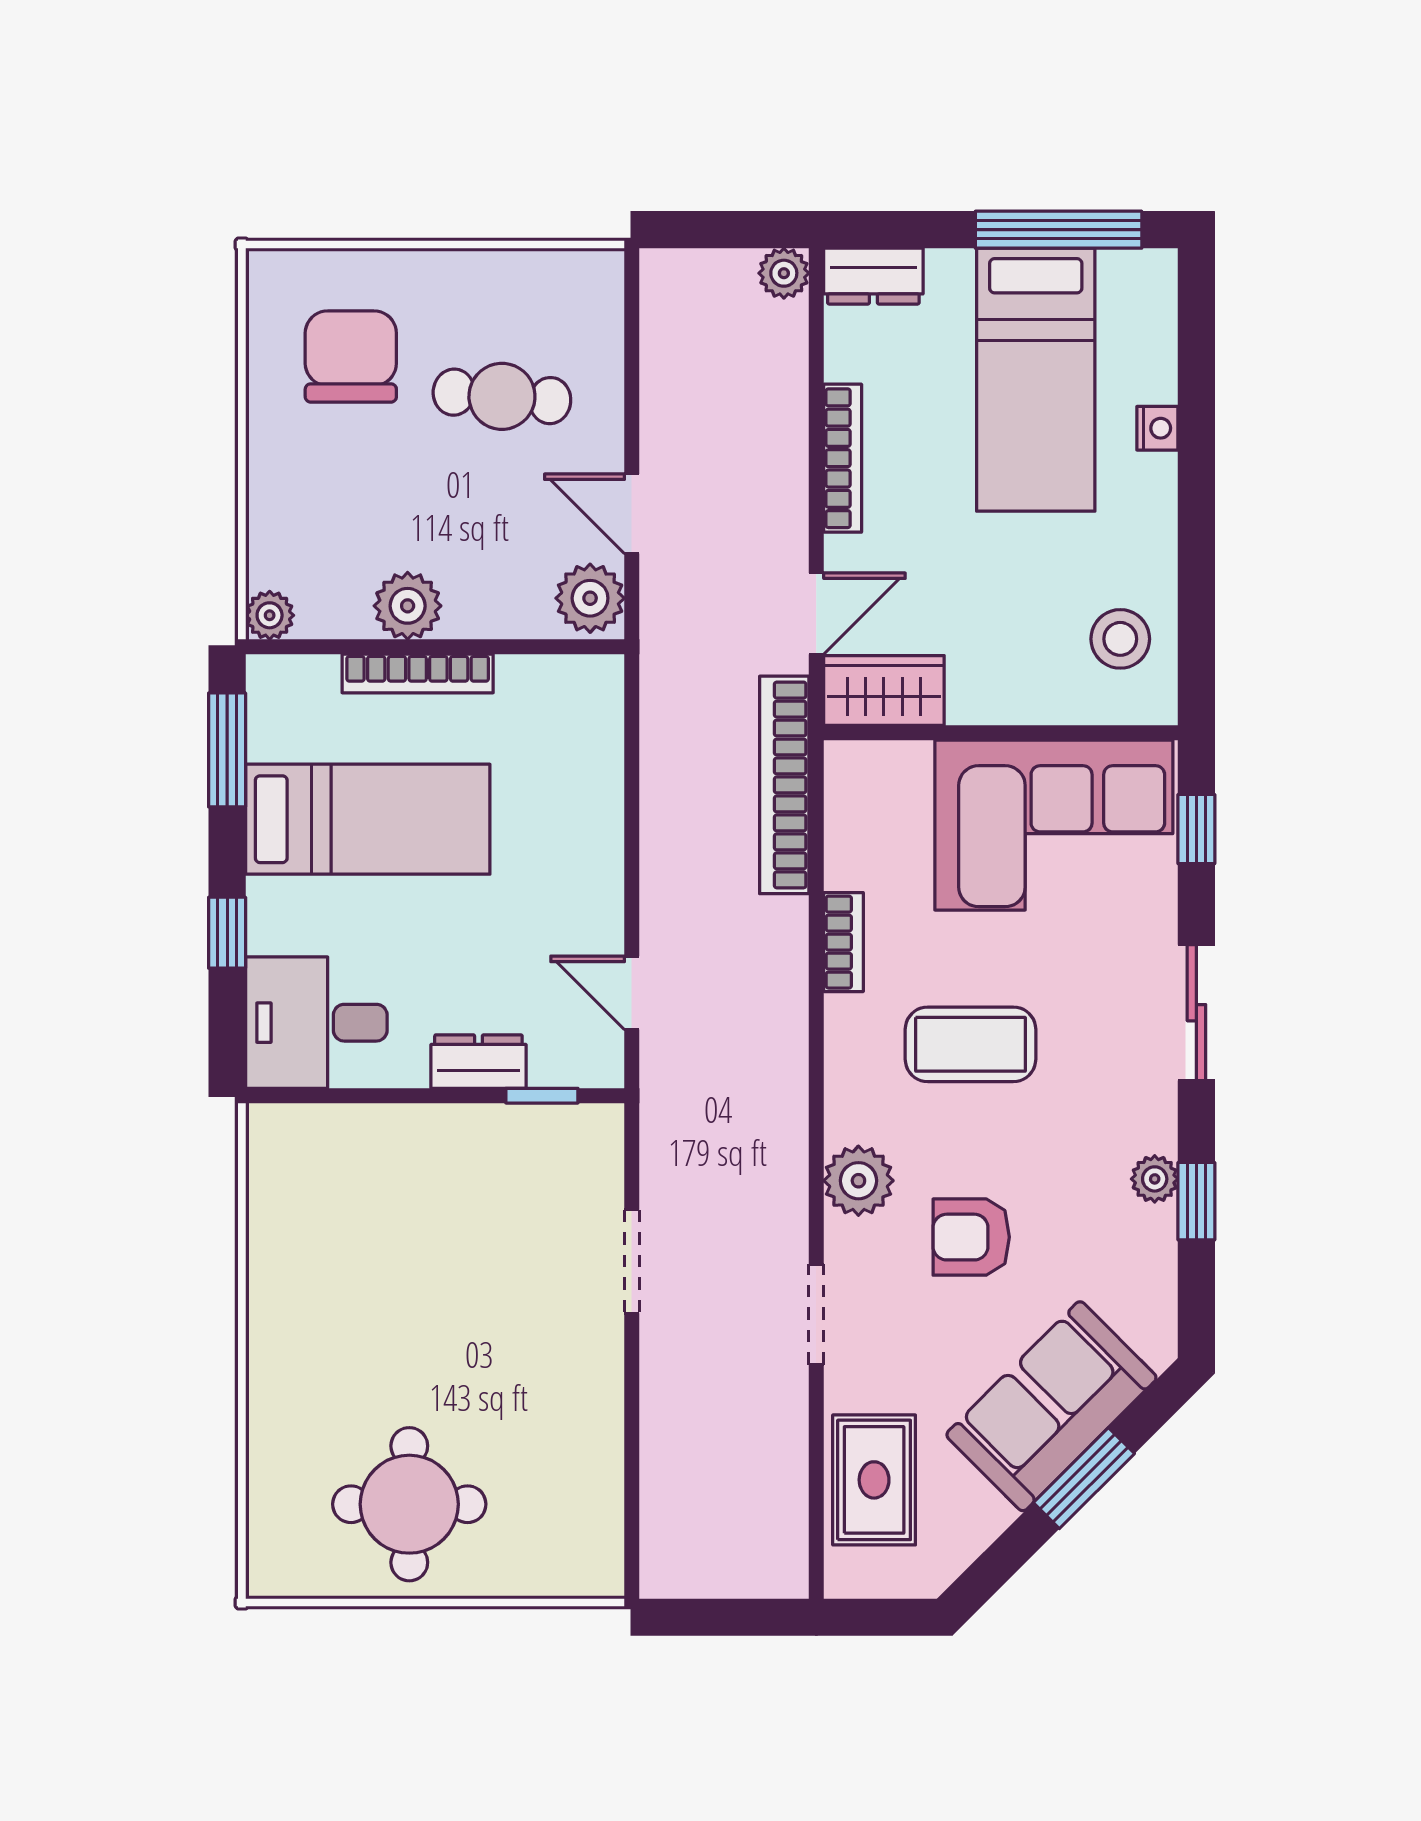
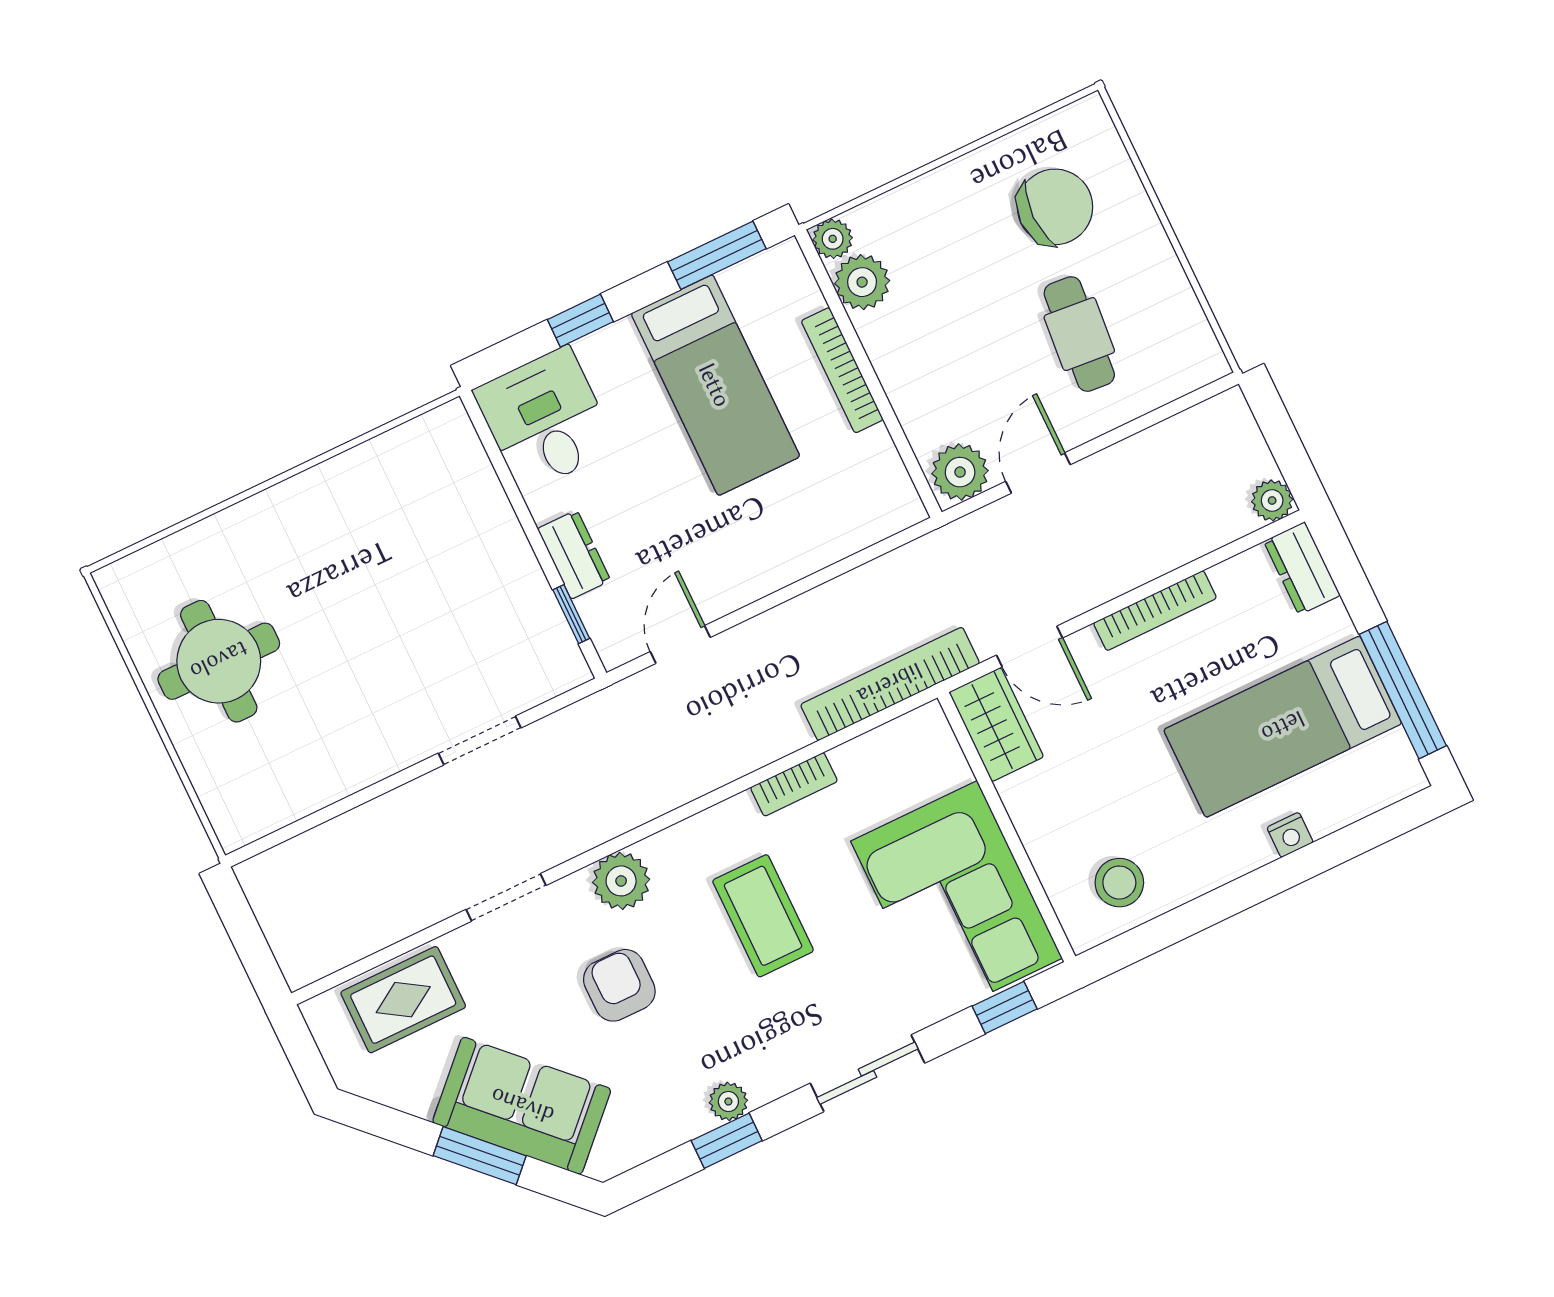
plant: (408, 606) -> (862, 282), moved

